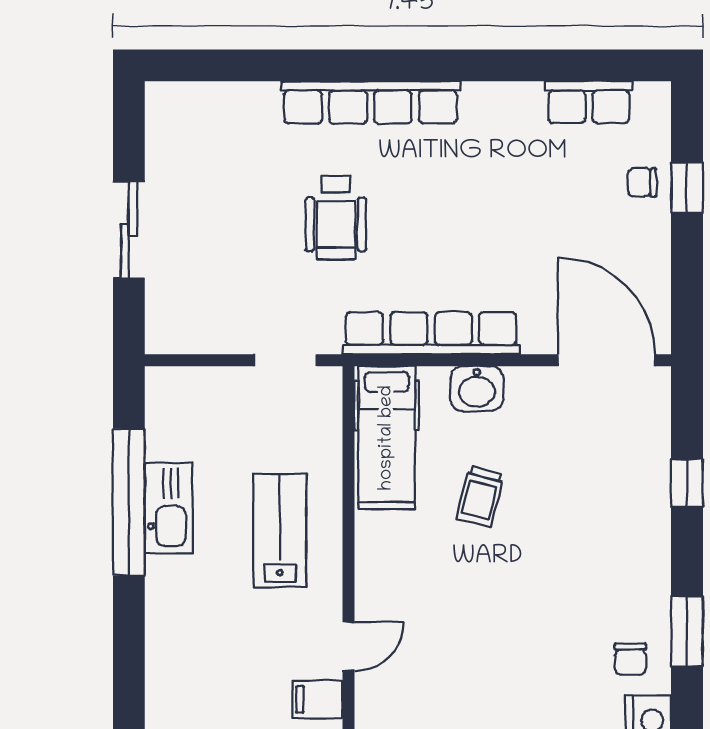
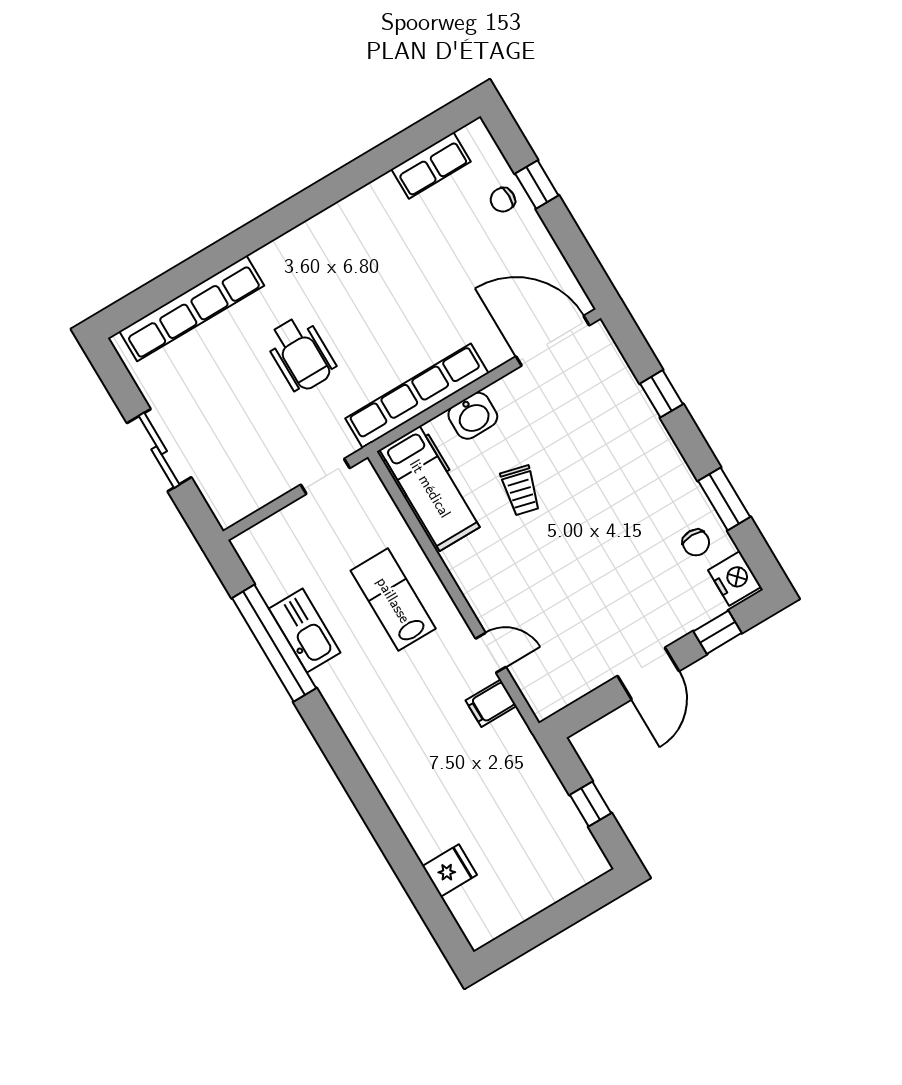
row of seats: (370, 102) -> (192, 308), moved
door: (349, 646) -> (491, 653), hinge flipped

